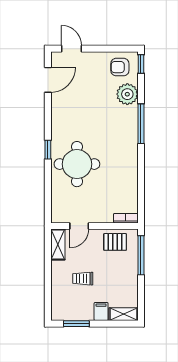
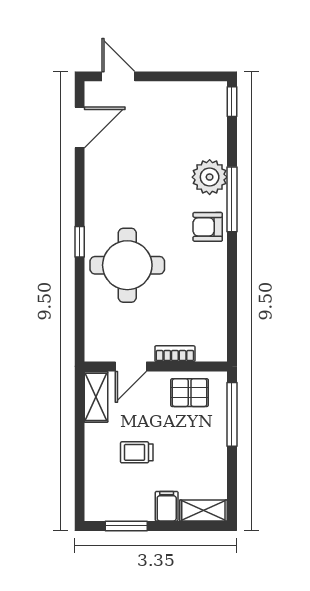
armchair: (120, 67) -> (208, 227), moved
plant: (127, 94) -> (210, 177), moved
bookcase: (126, 218) -> (175, 354), moved

